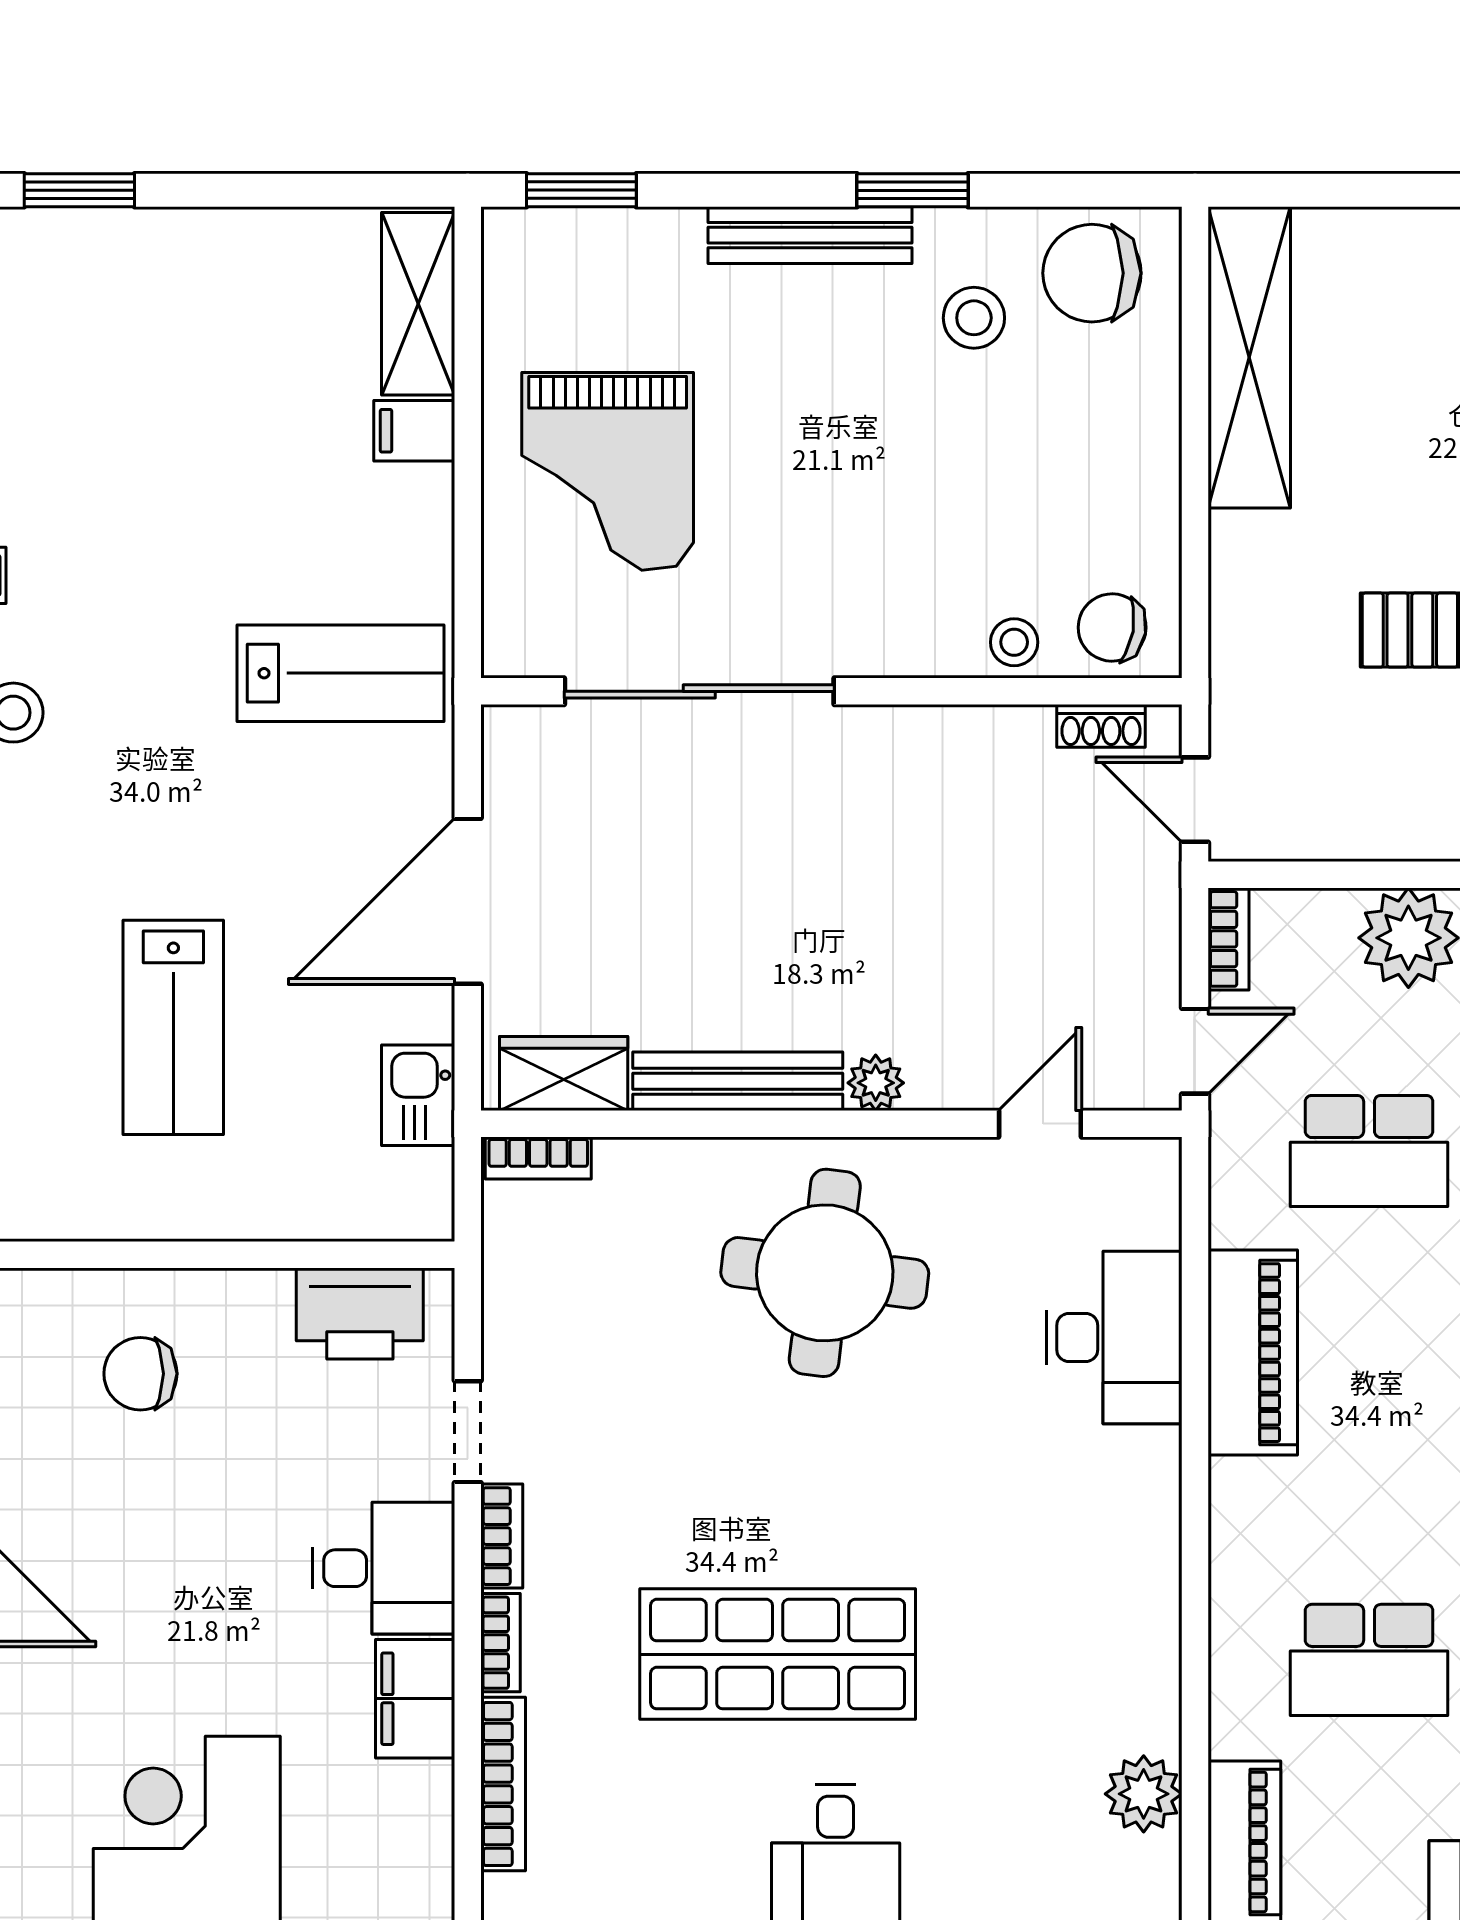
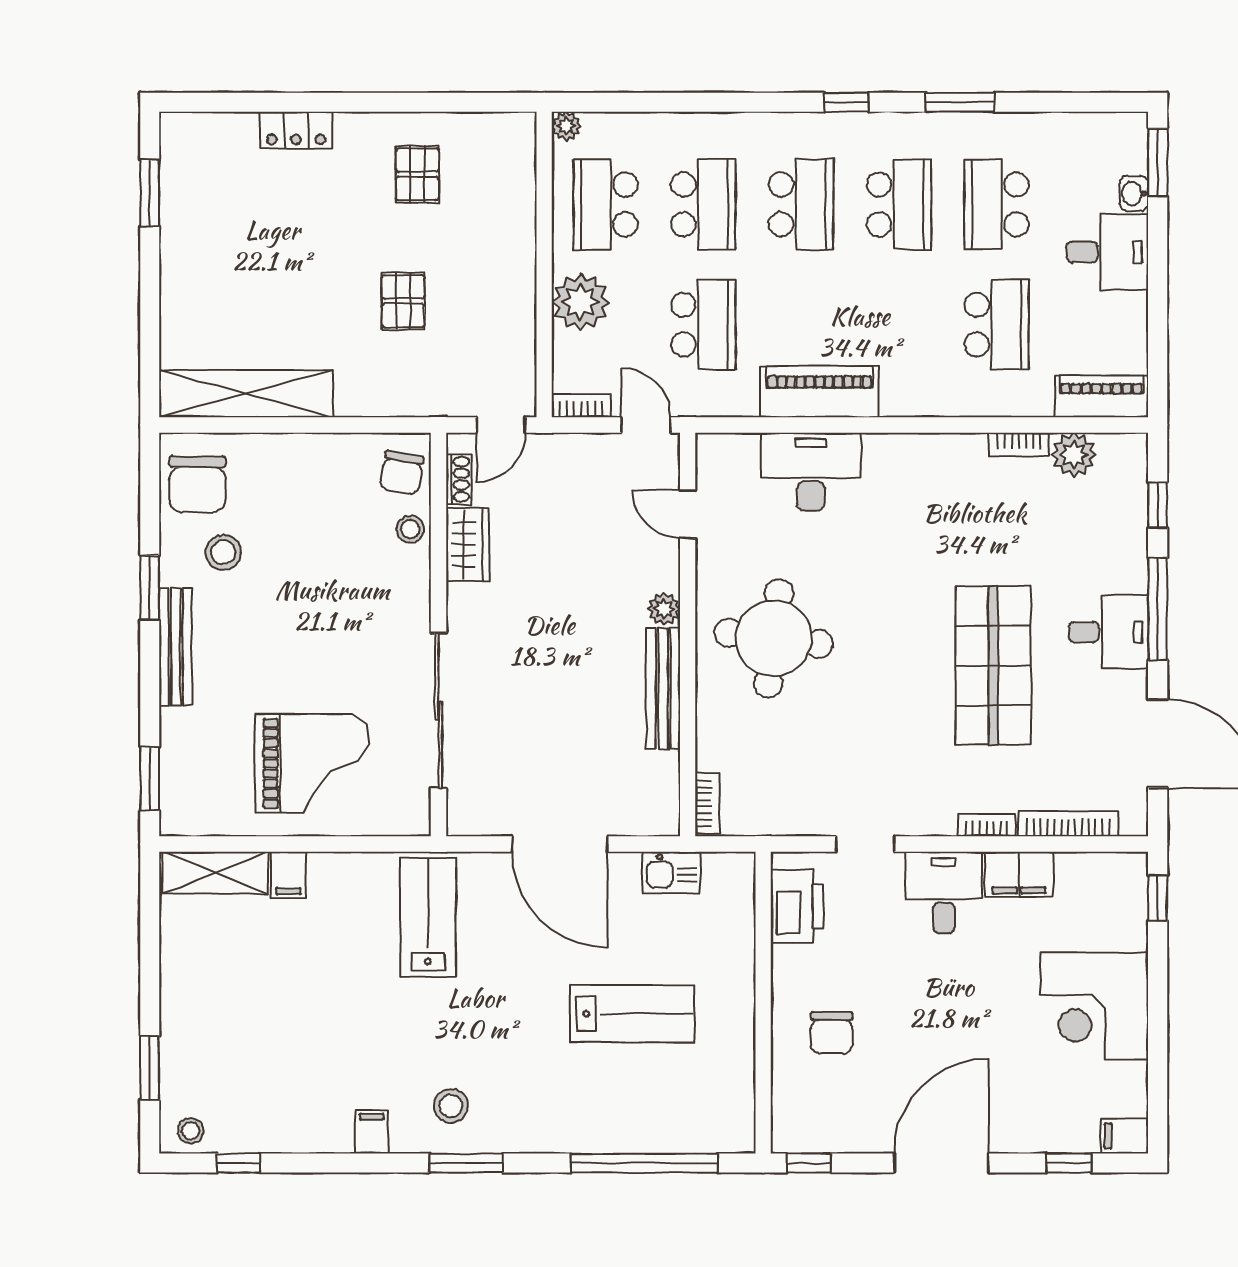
wardrobe: (564, 1074) -> (467, 544), moved, turned 180
bookcase: (502, 1536) -> (1019, 445), moved, turned 180

